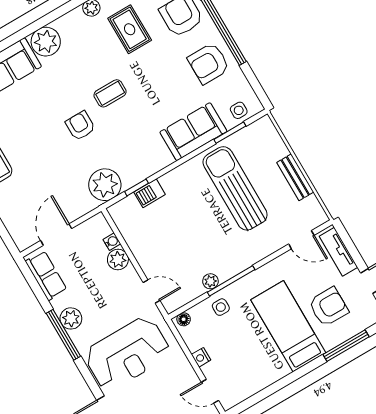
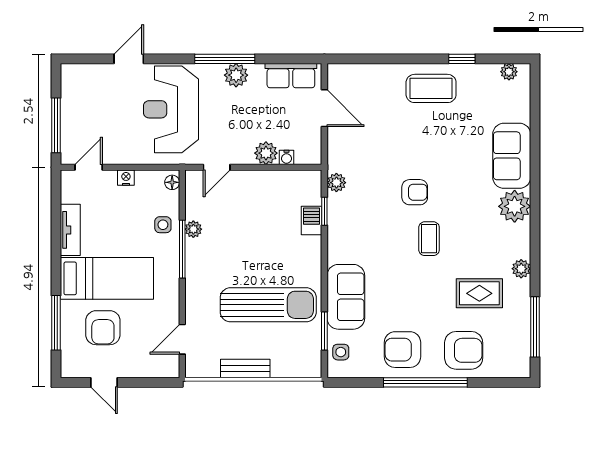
armchair: (209, 63) -> (402, 350), turned -90
plant: (105, 185) -> (336, 183), width x0.53, depth x0.53
tv unit: (338, 252) -> (70, 230), moved, turned 90

